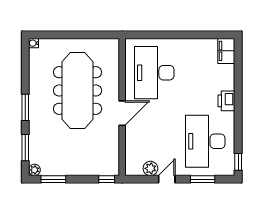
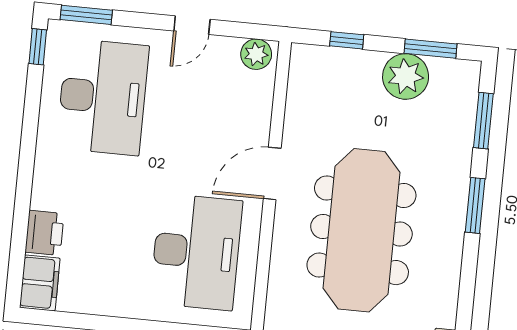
printer: (226, 101) -> (44, 233), moved
plant: (150, 168) -> (256, 54), moved
plant: (34, 170) -> (406, 76), moved, width x1.88, depth x1.88
window: (107, 179) -> (347, 40), moved
window: (203, 179) -> (86, 15), moved

